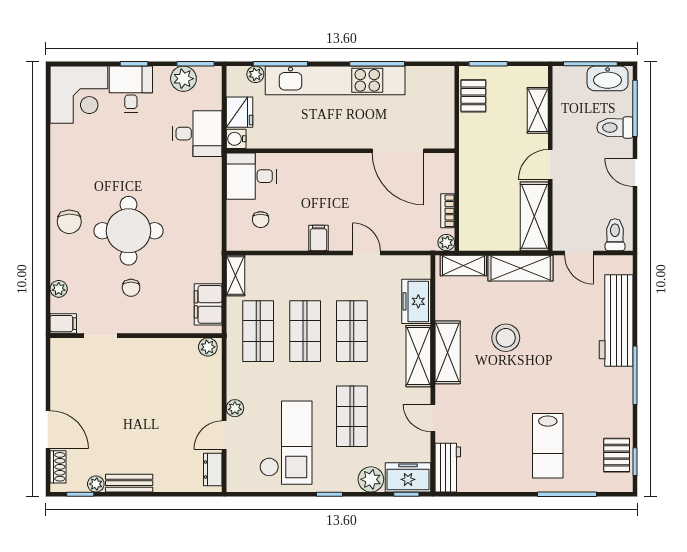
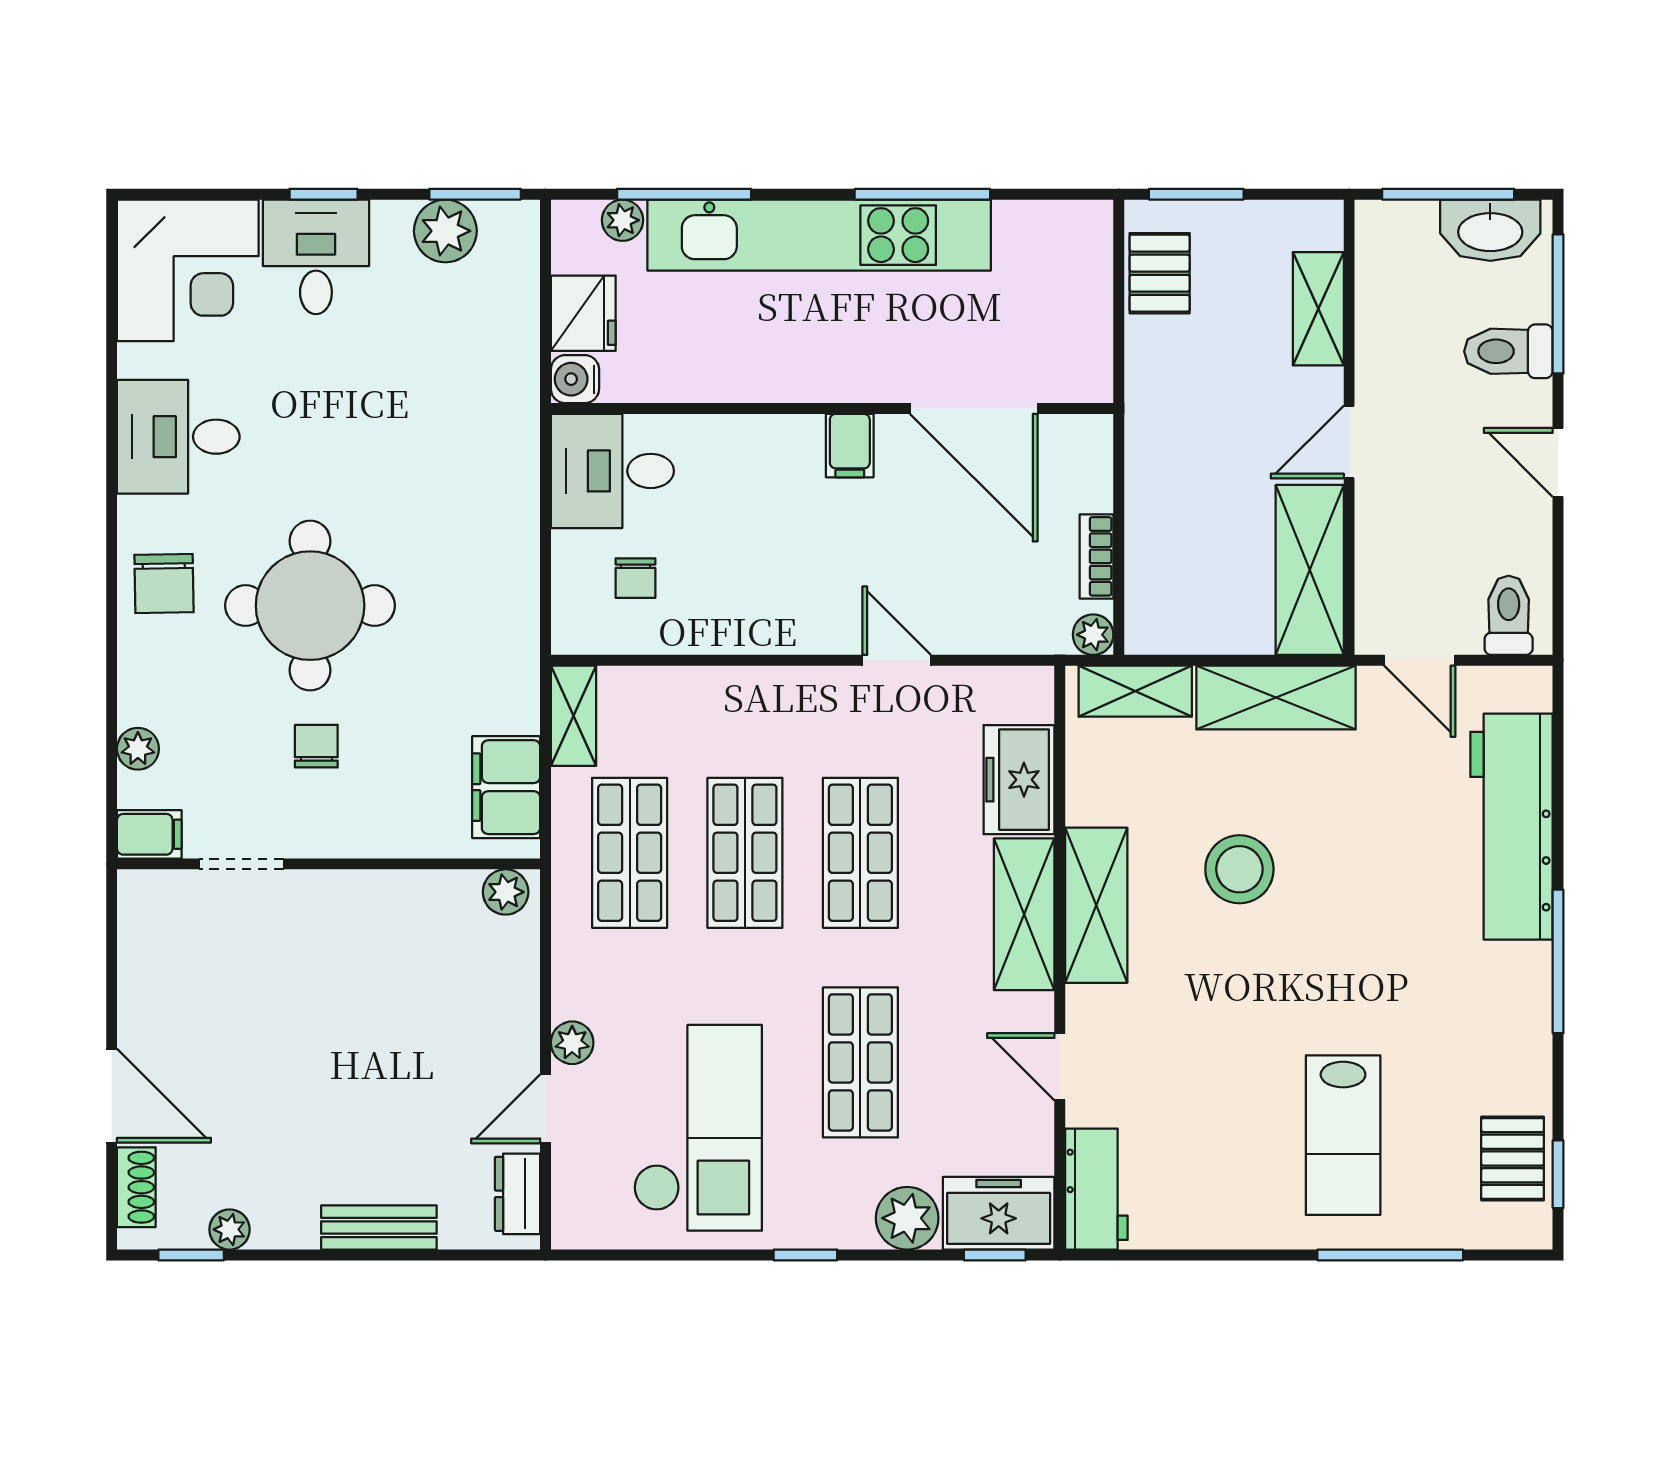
desk: (197, 134) -> (178, 437), moved, turned 180
filing cabinet: (318, 238) -> (850, 446), moved, turned 180
chair: (131, 288) -> (316, 746), turned 180
bench: (129, 483) -> (379, 1228), moved

